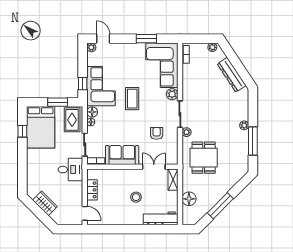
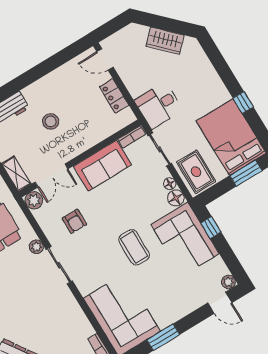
plant: (172, 94) -> (34, 200), moved
window: (58, 102) -> (246, 173), moved
window: (22, 131) -> (243, 103), moved

